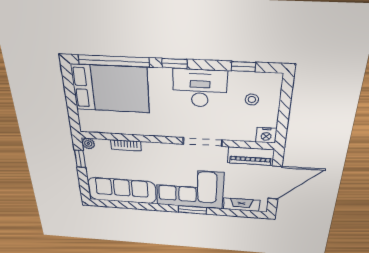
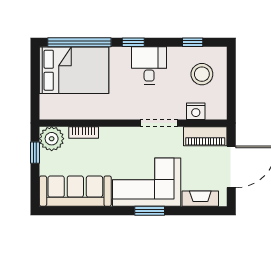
desk: (200, 88) -> (149, 65), width x0.73
stool: (252, 100) -> (202, 74), width x1.89, depth x1.89
nightstand: (266, 135) -> (196, 111), moved
plant: (88, 143) -> (52, 139), width x1.87, depth x1.87

